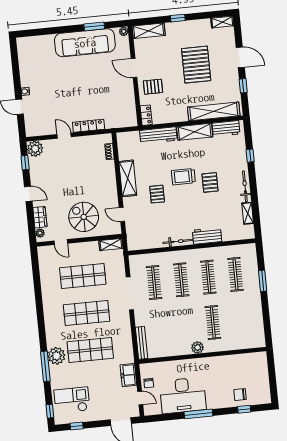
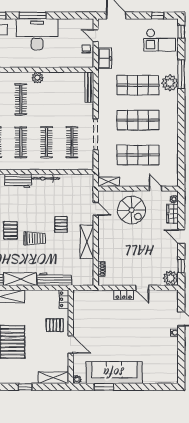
locker: (89, 126) -> (124, 295), width x0.66
desk: (183, 395) -> (37, 34), moved
window: (198, 414) -> (33, 15), moved

